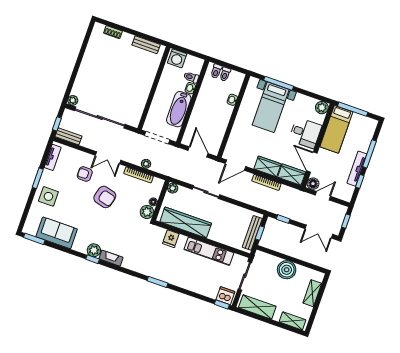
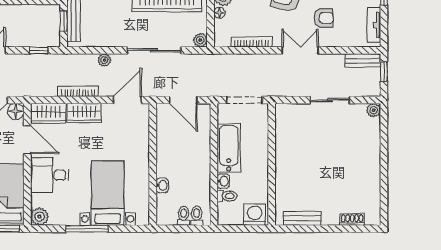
window: (279, 83) -> (87, 229), moved
sliding door: (100, 118) -> (330, 100), width x0.54
plant: (146, 164) -> (104, 60), moved
sliding door: (206, 192) -> (154, 50), width x1.37

